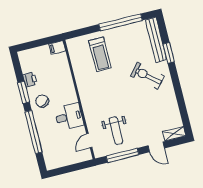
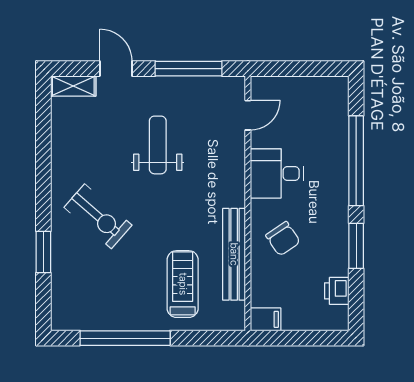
bench: (156, 40) -> (234, 254), moved
printer: (30, 80) -> (337, 291), moved
chair: (42, 101) -> (283, 239), moved
weight bench: (116, 131) -> (158, 145), moved

